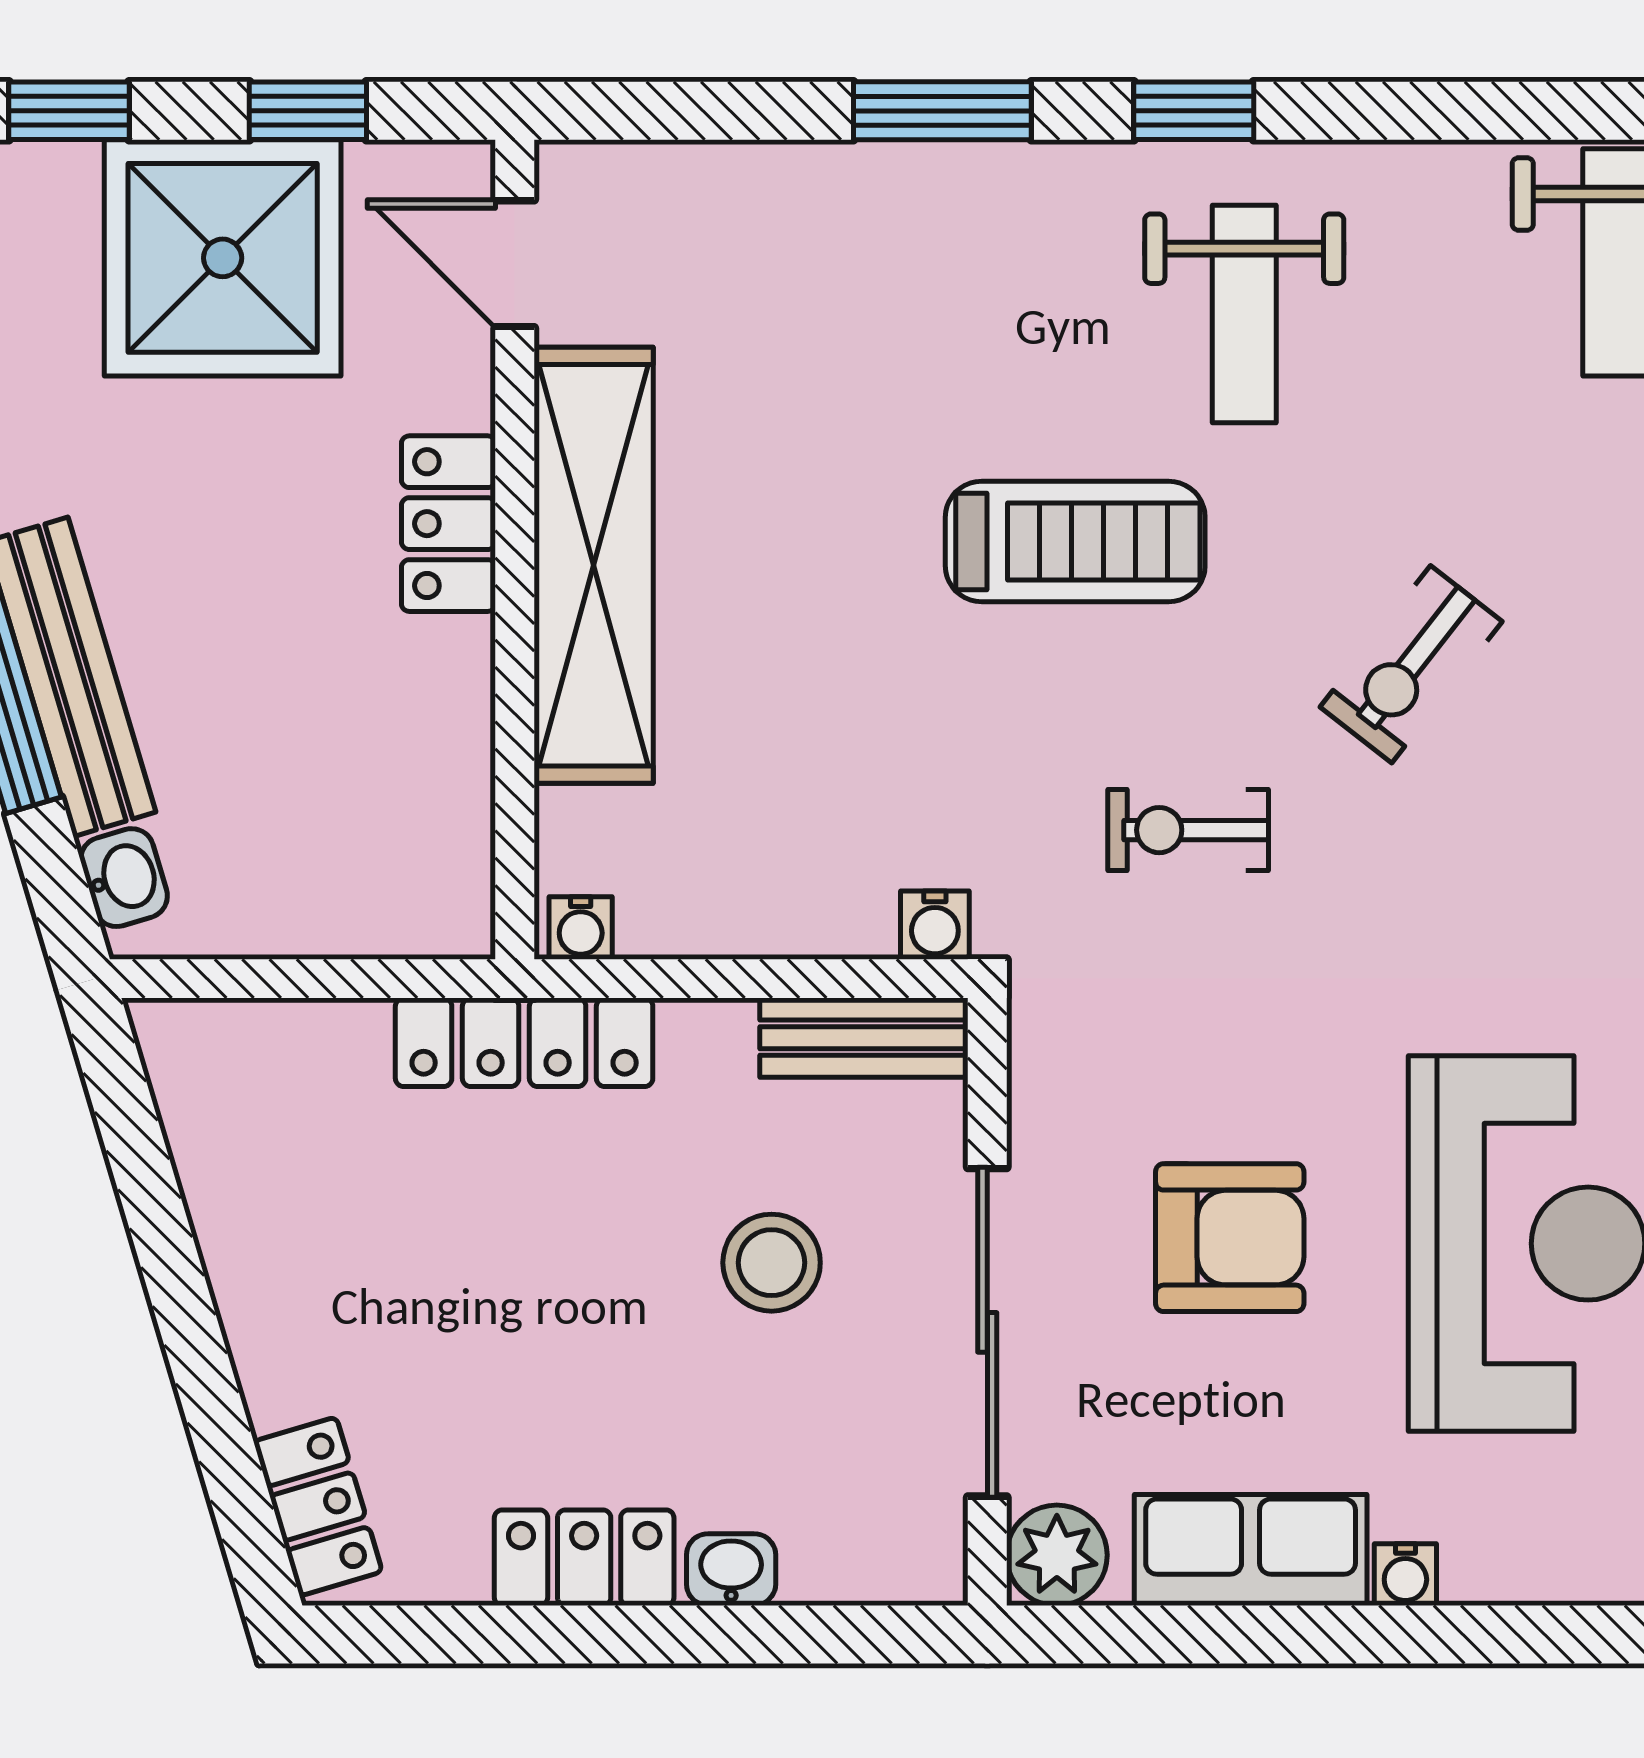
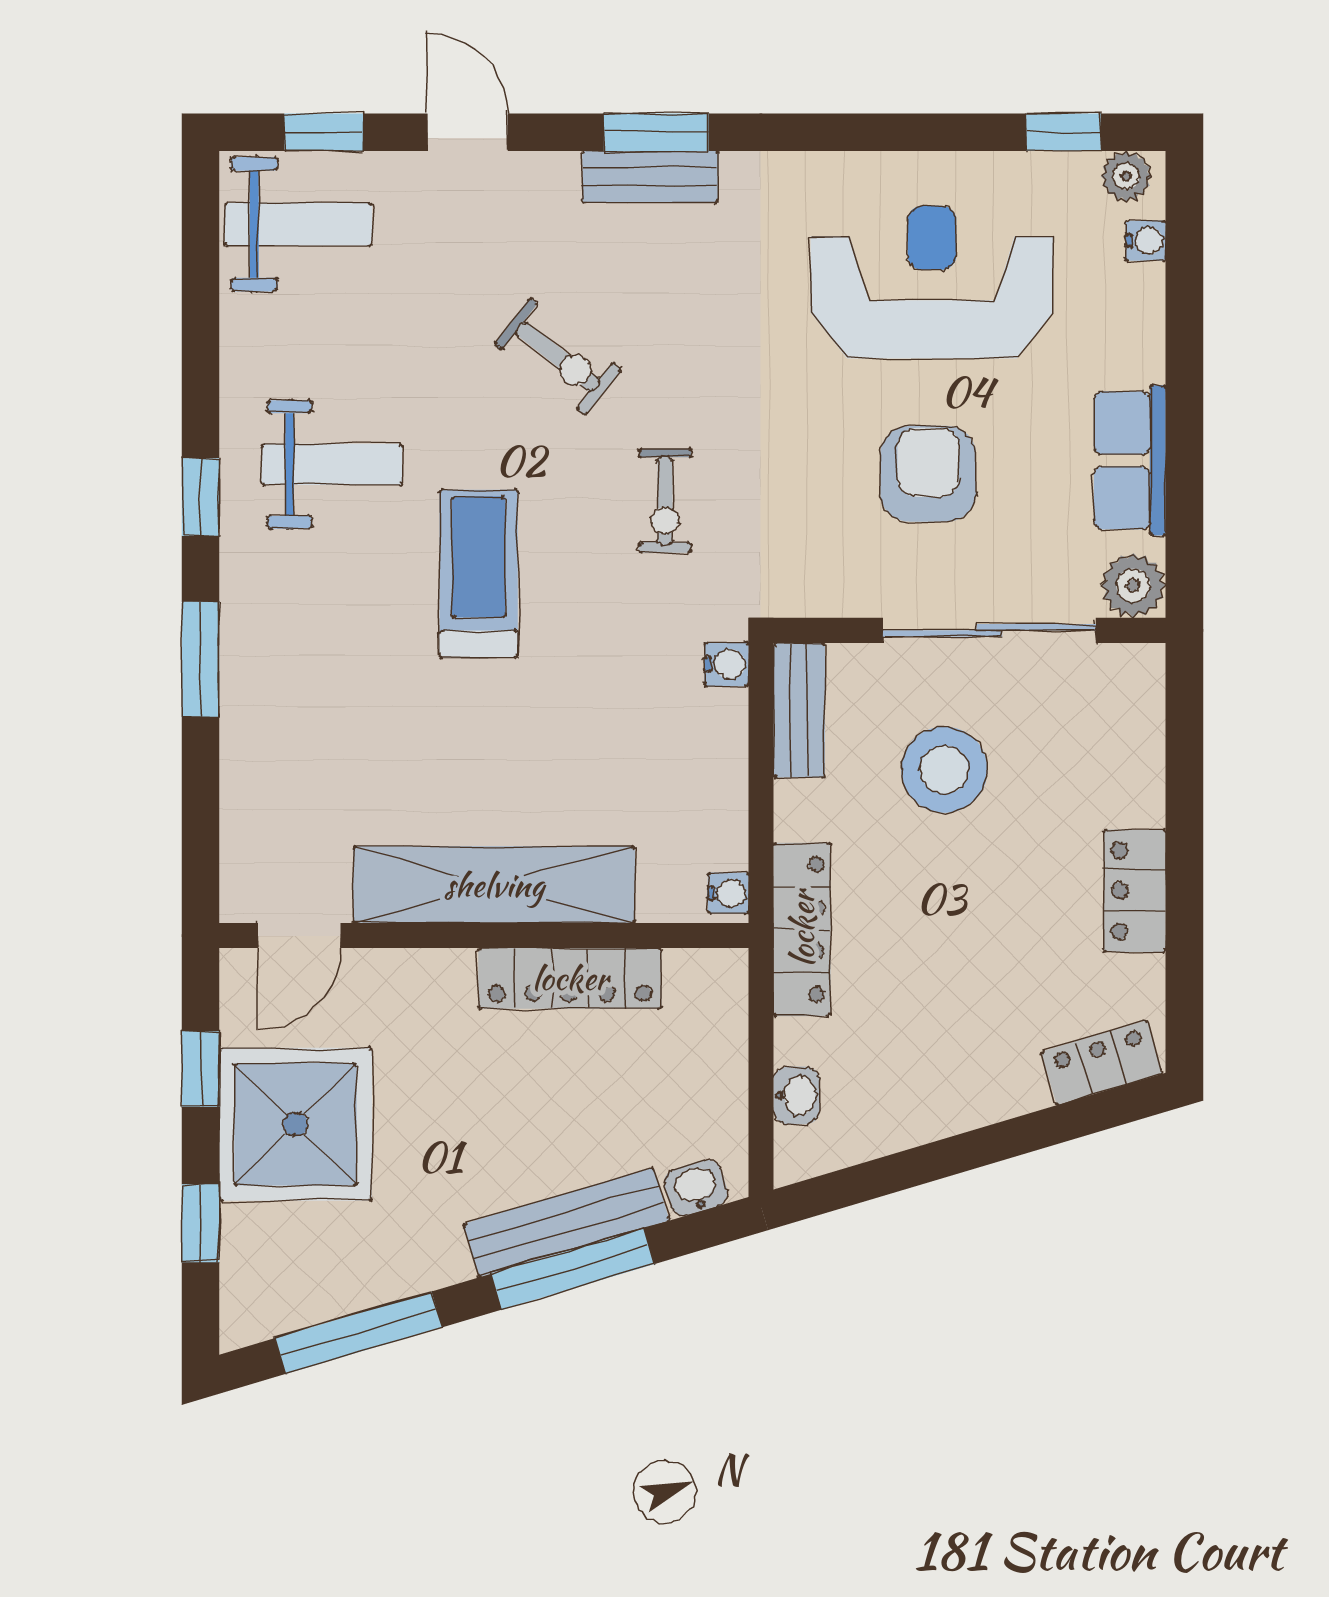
locker: (449, 524) -> (570, 978), moved, width x1.53
stool: (772, 1263) -> (944, 770), width x1.38, depth x1.38
washbasin: (731, 1570) -> (797, 1095), moved, turned 180
water cooler: (1405, 1575) -> (1146, 241), moved

